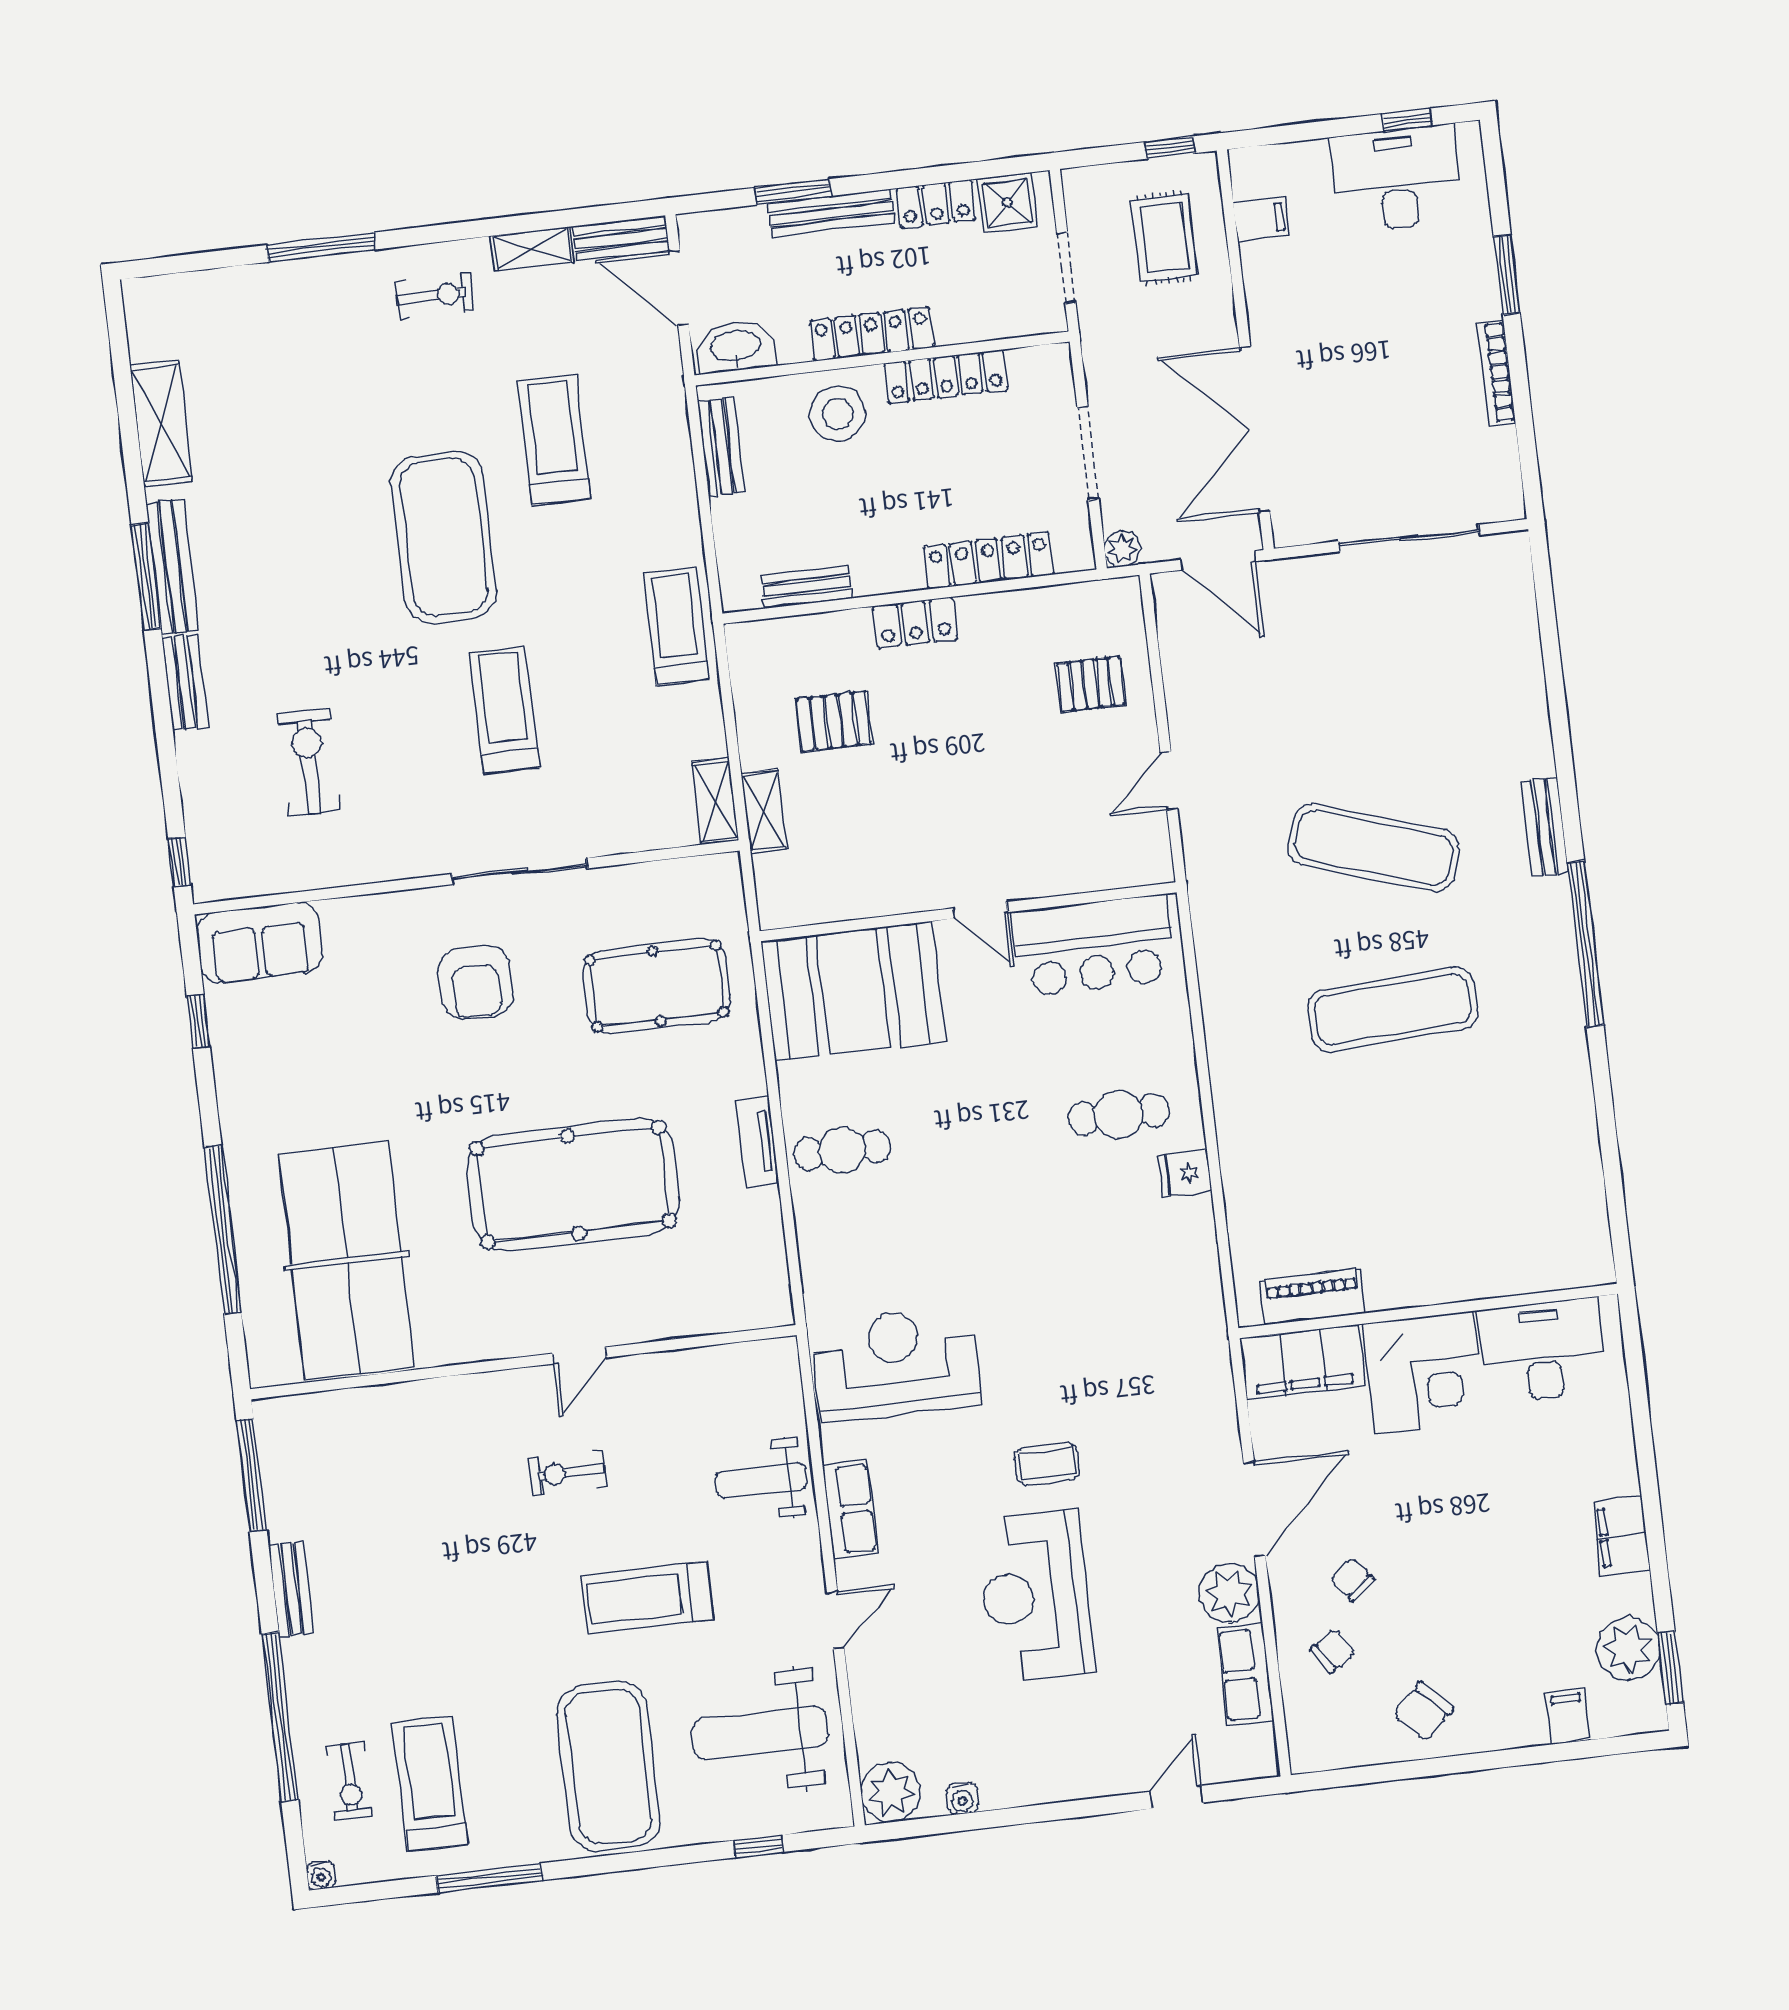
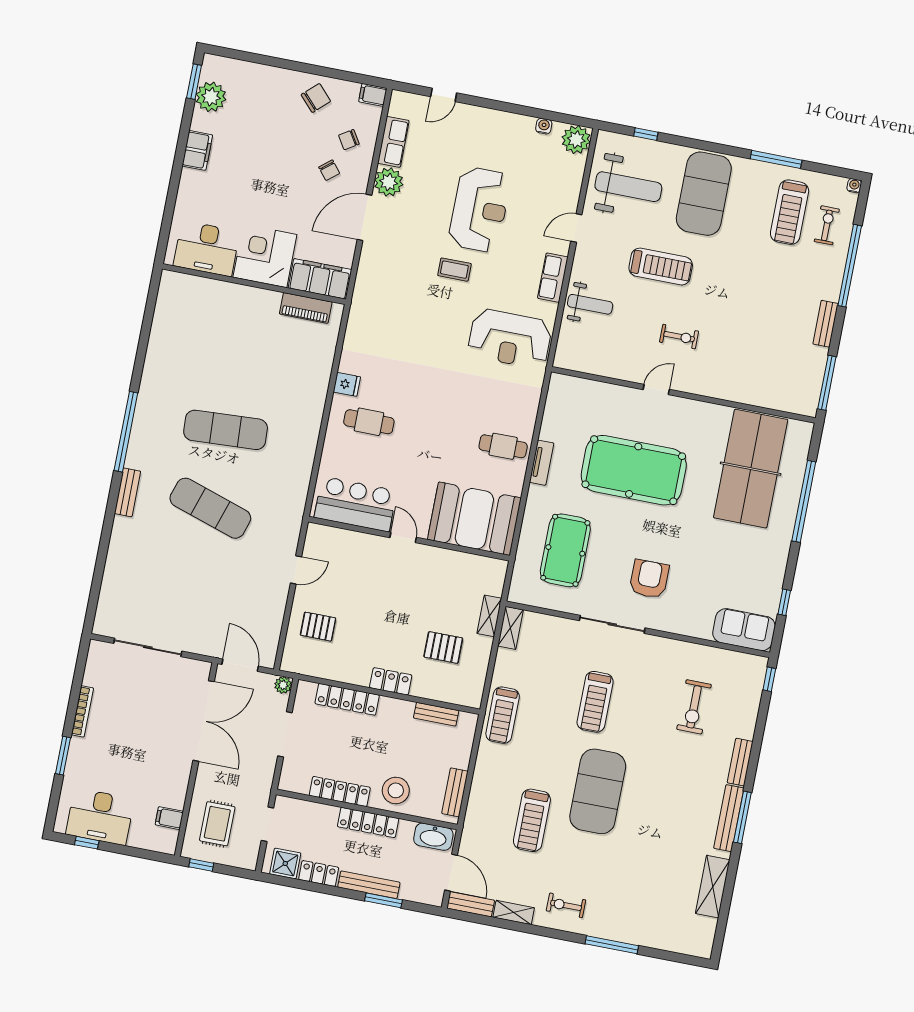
pool table: (657, 986) -> (565, 550), turned 90
filing cabinet: (1568, 1717) -> (373, 95), moved, turned 90

